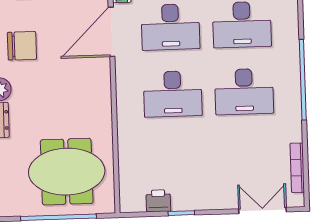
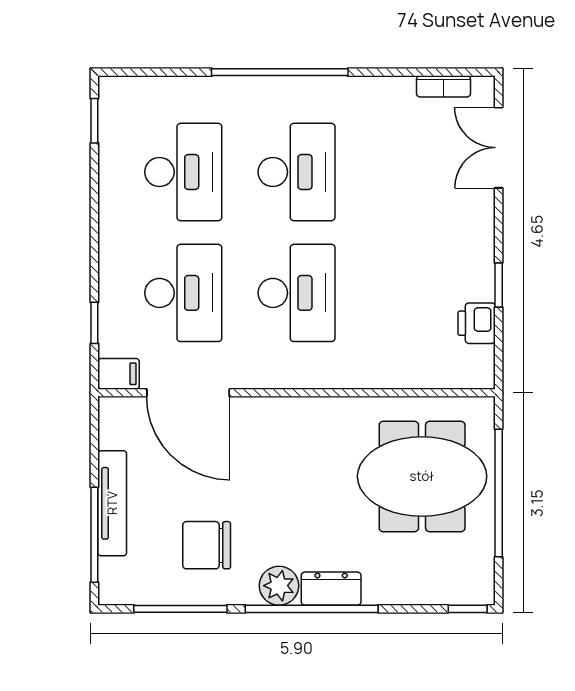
chair: (22, 46) -> (207, 545), turned -90
bookcase: (297, 168) -> (444, 86), width x0.64
meeting table: (67, 172) -> (422, 476), turned 90

